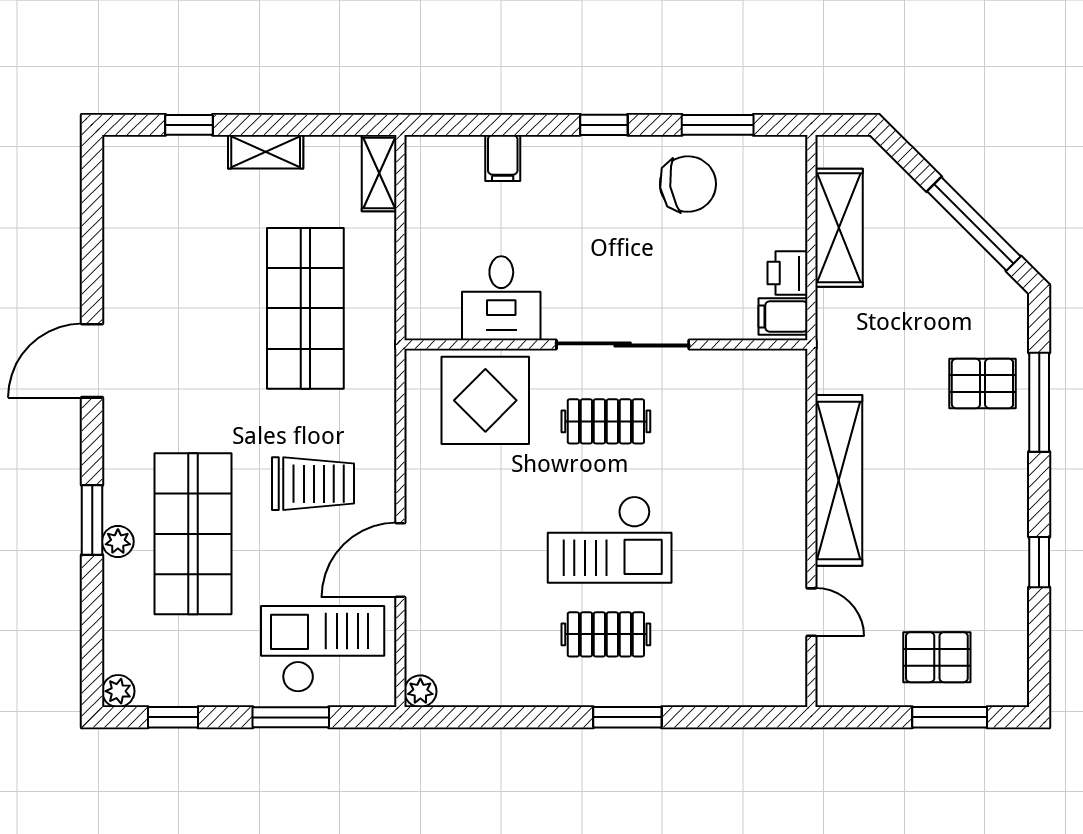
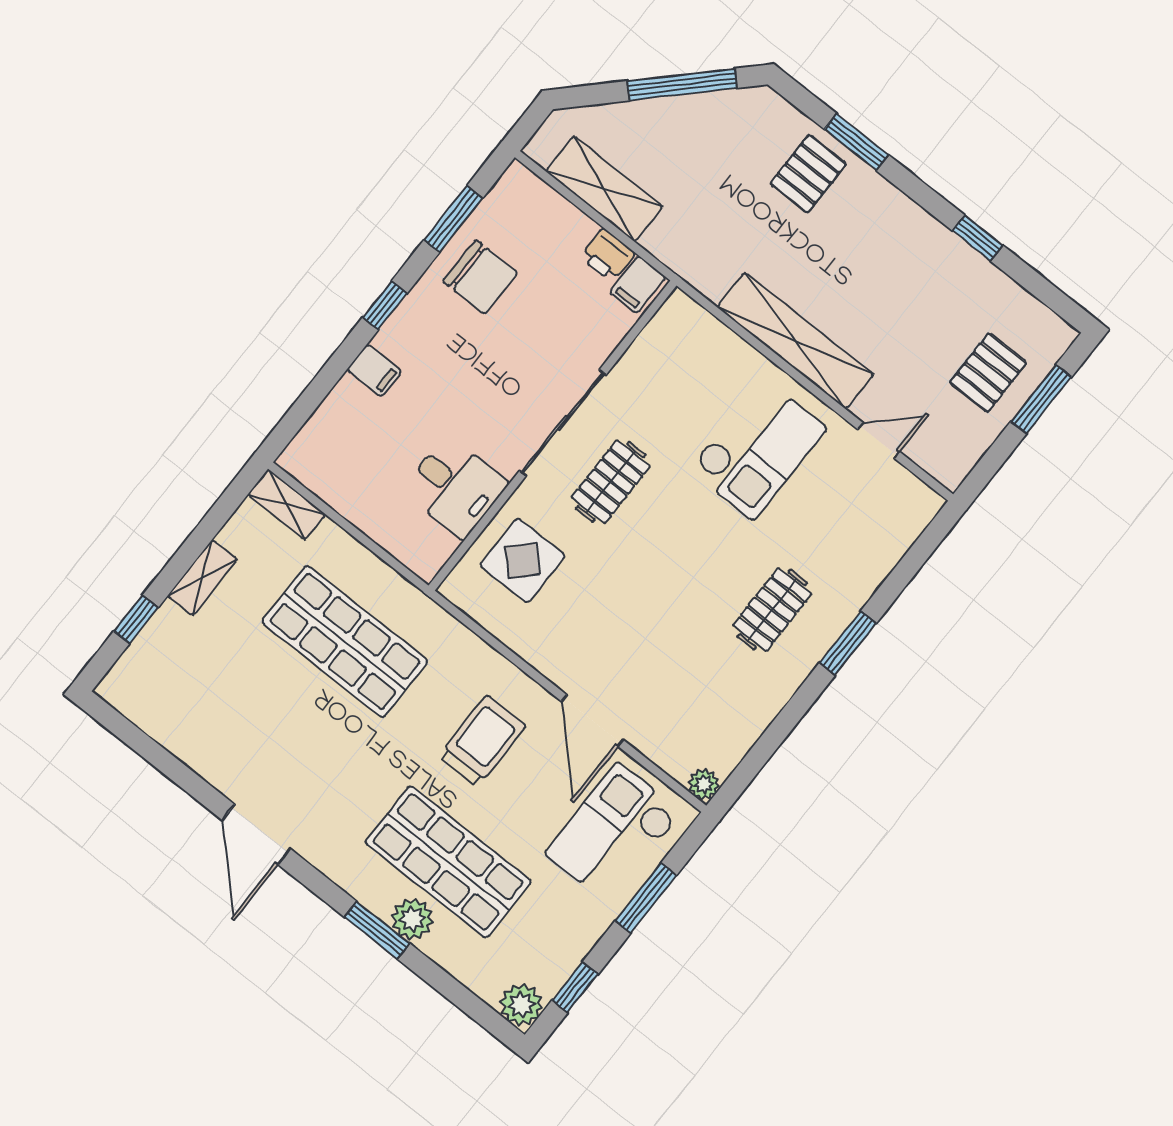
filing cabinet: (503, 158) -> (374, 370), moved
chair: (688, 184) -> (480, 277), turned 98
display table: (485, 400) -> (523, 560), width x0.73, depth x0.73
window: (1039, 402) -> (857, 142), width x0.69
checkout: (610, 540) -> (758, 449), moved
plant: (118, 541) -> (412, 919), width x1.38, depth x1.38
plant: (118, 691) -> (521, 1005), width x1.38, depth x1.38

